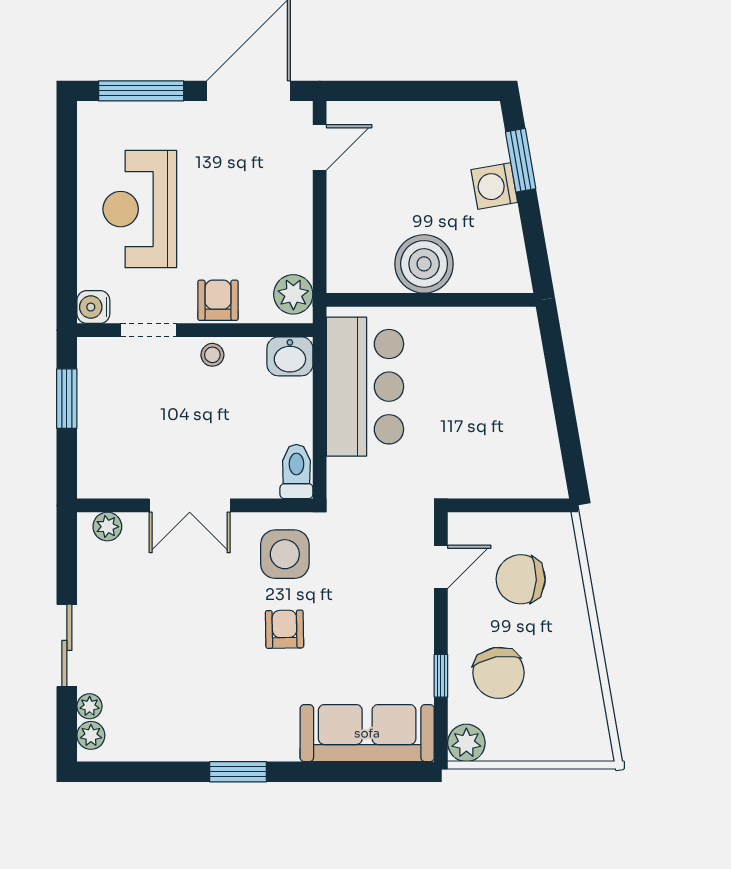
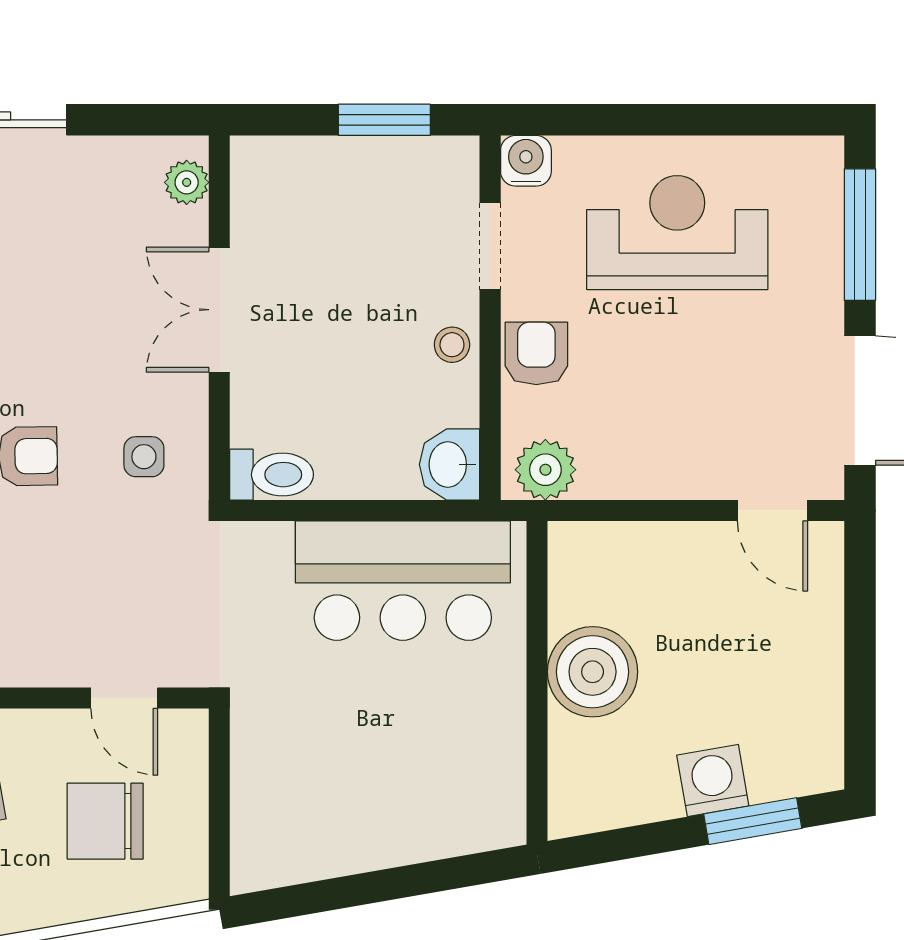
armchair: (218, 300) -> (536, 353), turned -90
side table: (285, 554) -> (144, 457), width x0.54, depth x0.54
chair: (521, 579) -> (105, 821), turned -92

